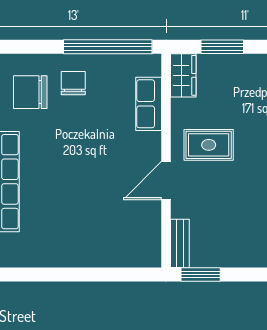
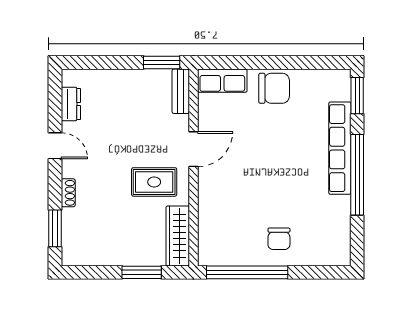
wardrobe: (183, 75) -> (178, 236), width x1.50
chair: (30, 92) -> (274, 88), moved
row of seats: (149, 104) -> (222, 81), moved, turned 90

